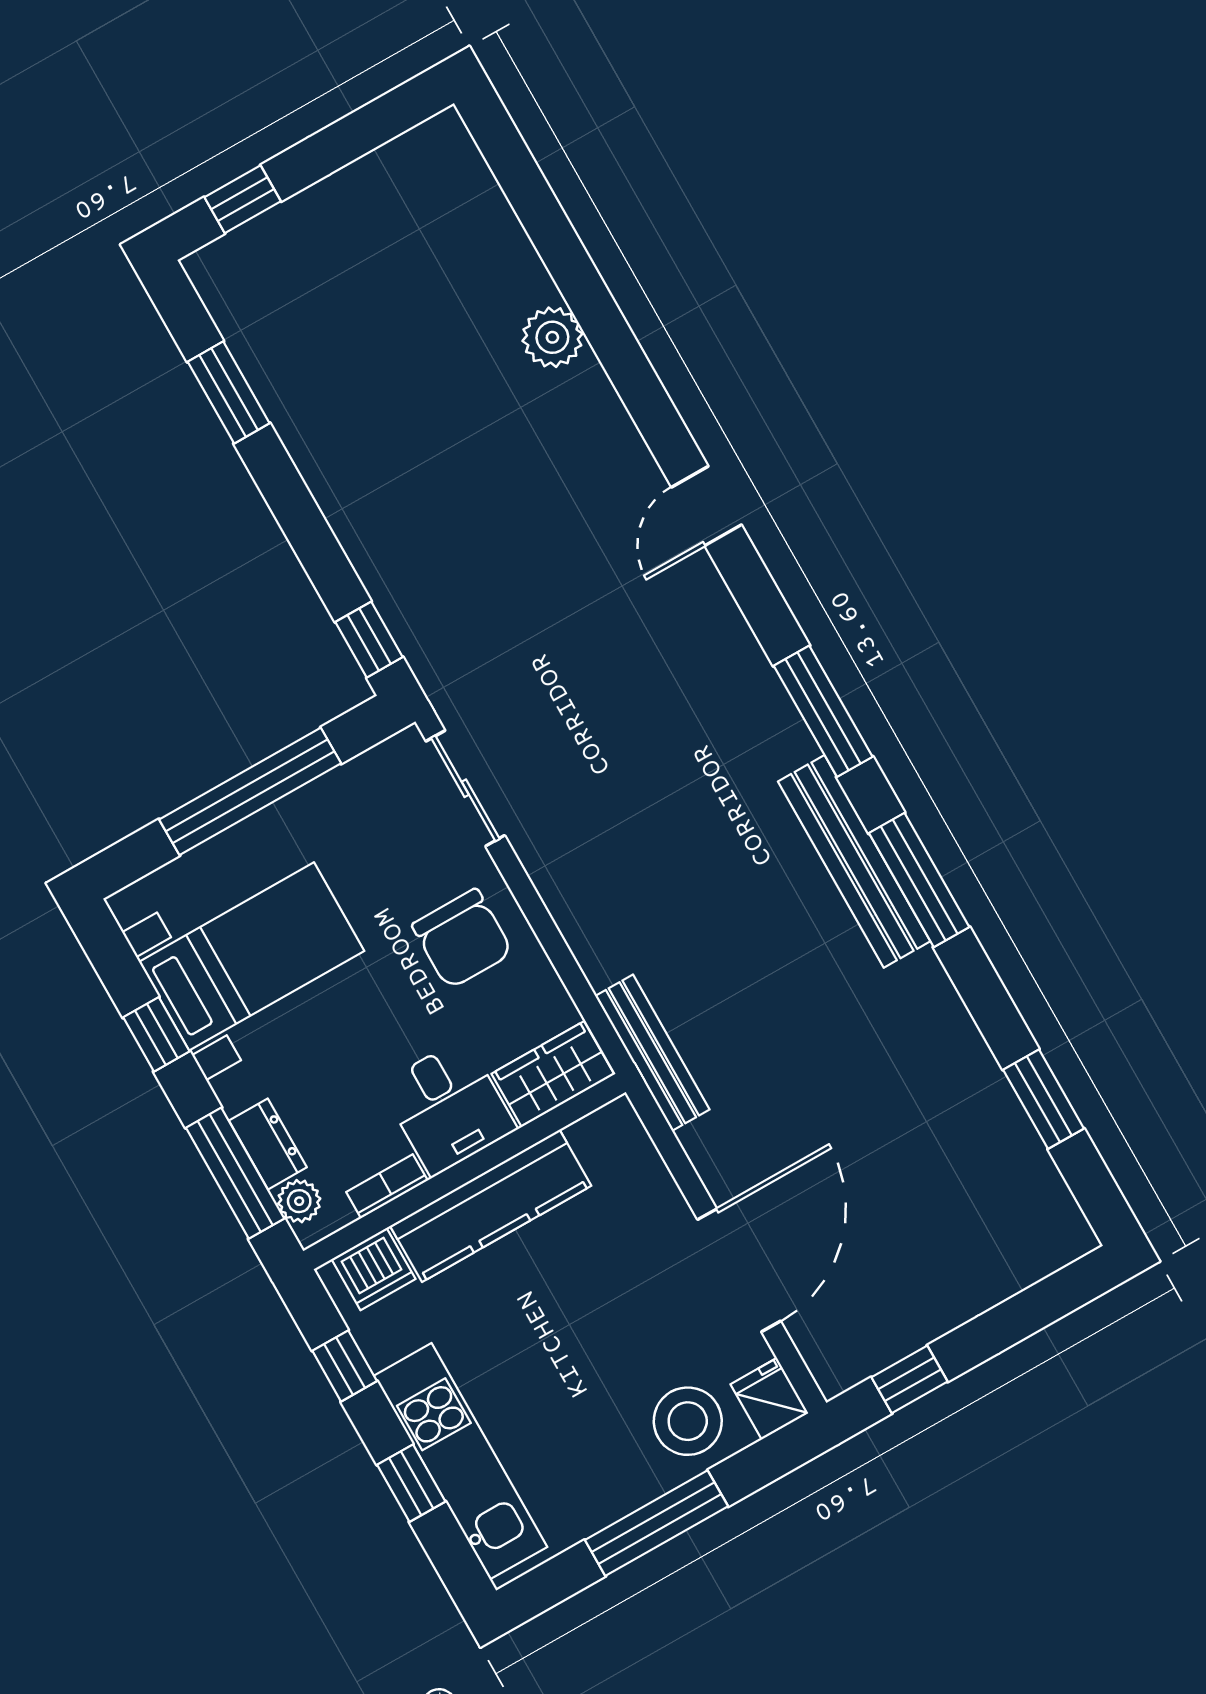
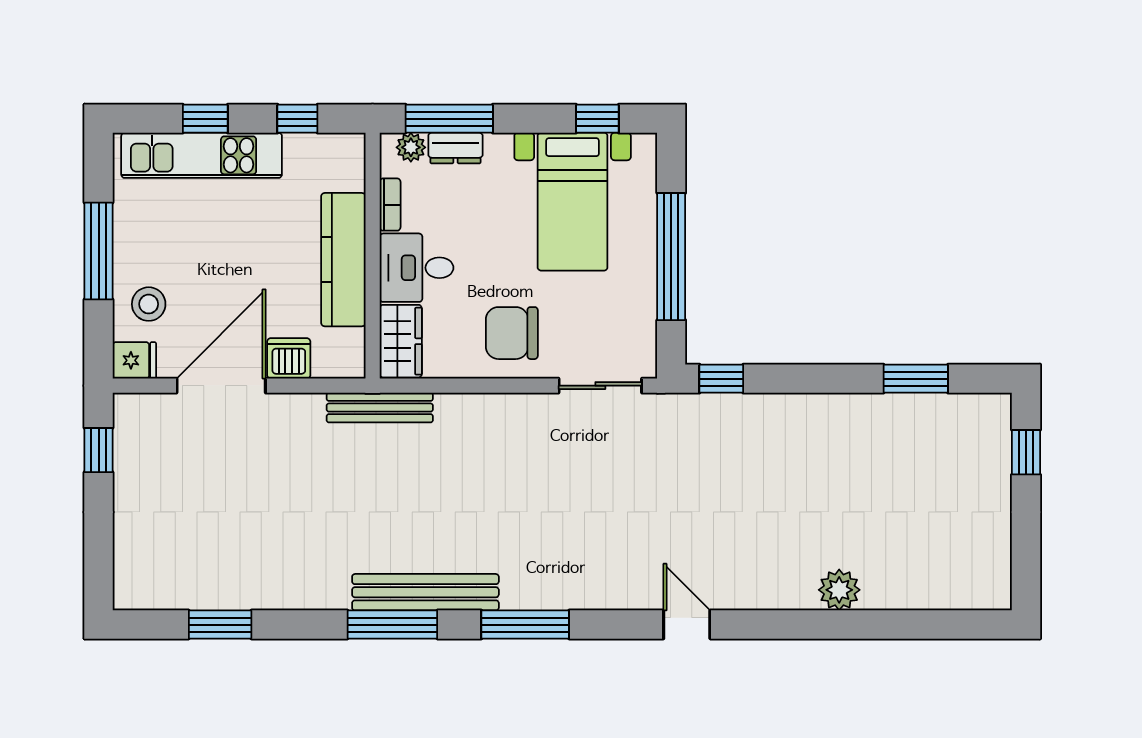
window: (156, 1034) -> (597, 119), moved
dishwasher: (374, 1269) -> (289, 358), moved, turned 90
door: (739, 1270) -> (221, 386), swing flipped
stool: (688, 1421) -> (149, 304), width x0.73, depth x0.73

